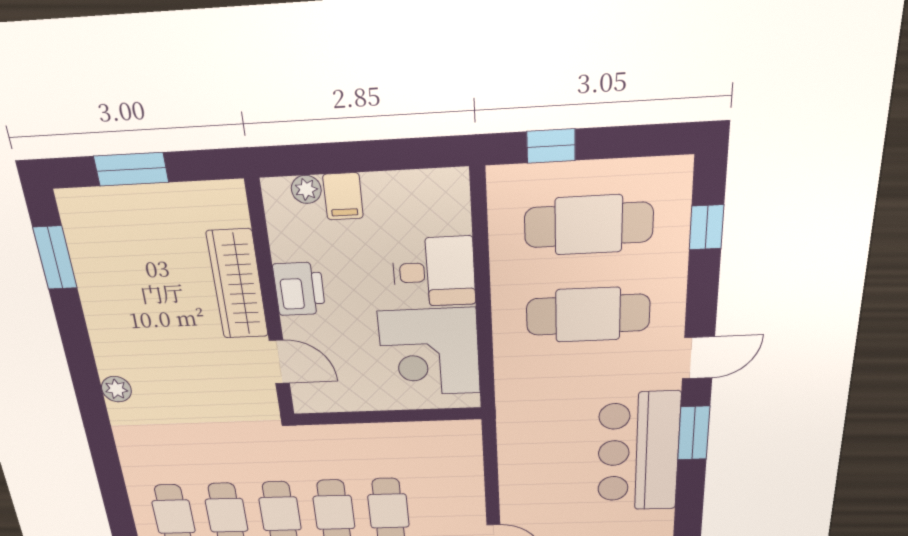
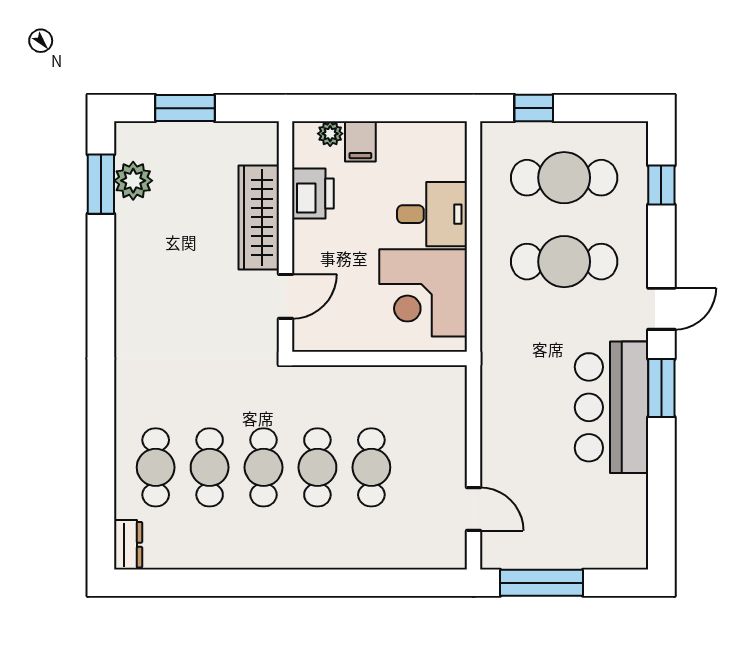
printer: (299, 289) -> (313, 193), moved
door: (279, 362) -> (286, 296), hinge flipped
plant: (116, 389) -> (133, 181), moved, width x1.38, depth x1.38

